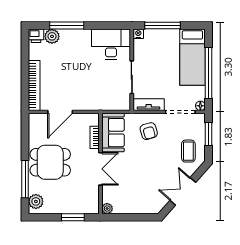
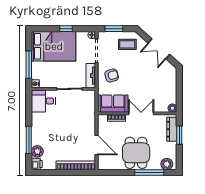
desk: (111, 44) -> (43, 101), width x0.73
bed: (192, 57) -> (54, 46), width x1.50
window: (209, 73) -> (66, 29), width x0.32
dresser: (80, 208) -> (172, 129), added

